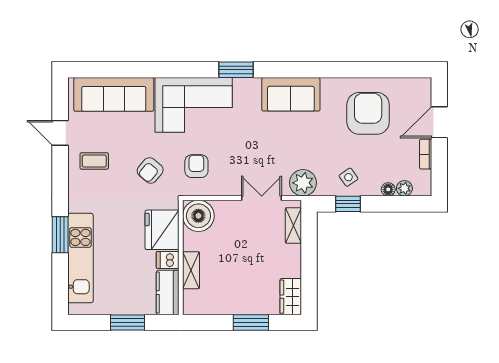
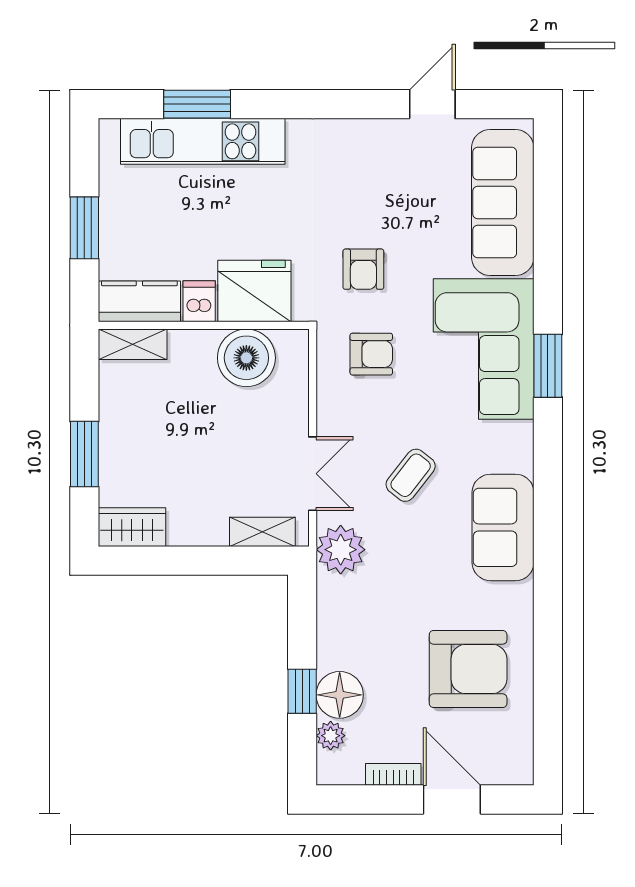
window: (236, 70) -> (548, 366), moved
coffee table: (94, 161) -> (411, 475), moved, turned 38
armchair: (150, 170) -> (363, 269), turned -130
side table: (348, 177) -> (351, 633), removed
floor lamp: (388, 189) -> (340, 695), width x1.89, depth x1.89
window: (348, 204) -> (302, 691), moved
boiler: (198, 216) -> (246, 358), moved
window: (60, 235) -> (197, 104), moved
shelving: (191, 270) -> (133, 344), moved

